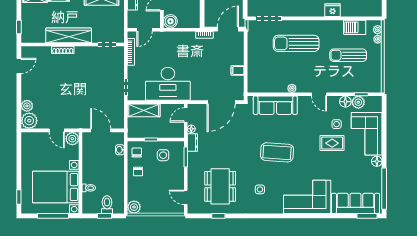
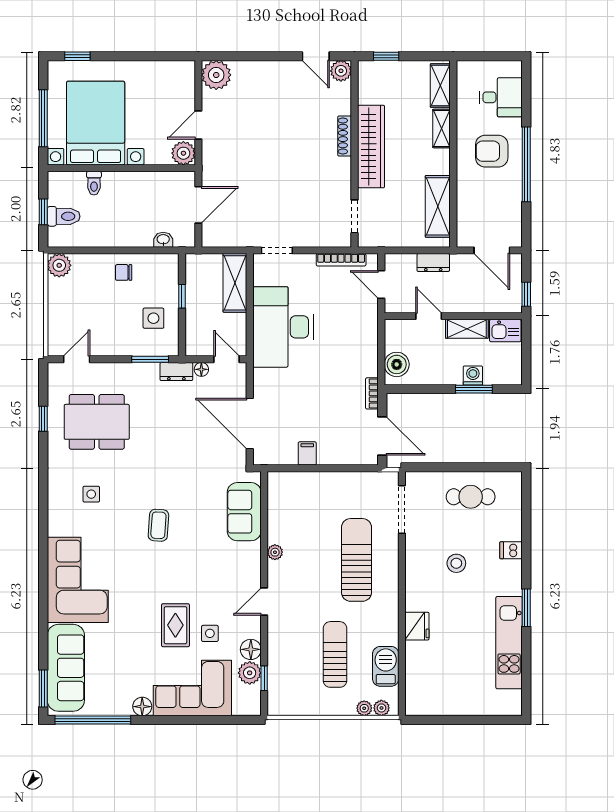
boiler: (170, 21) -> (397, 364), moved
sofa: (275, 105) -> (244, 512), width x0.73
plant: (27, 106) -> (341, 71), moved
coffee table: (277, 152) -> (158, 525), width x0.54, depth x0.58
chair: (137, 153) -> (158, 270), removed

